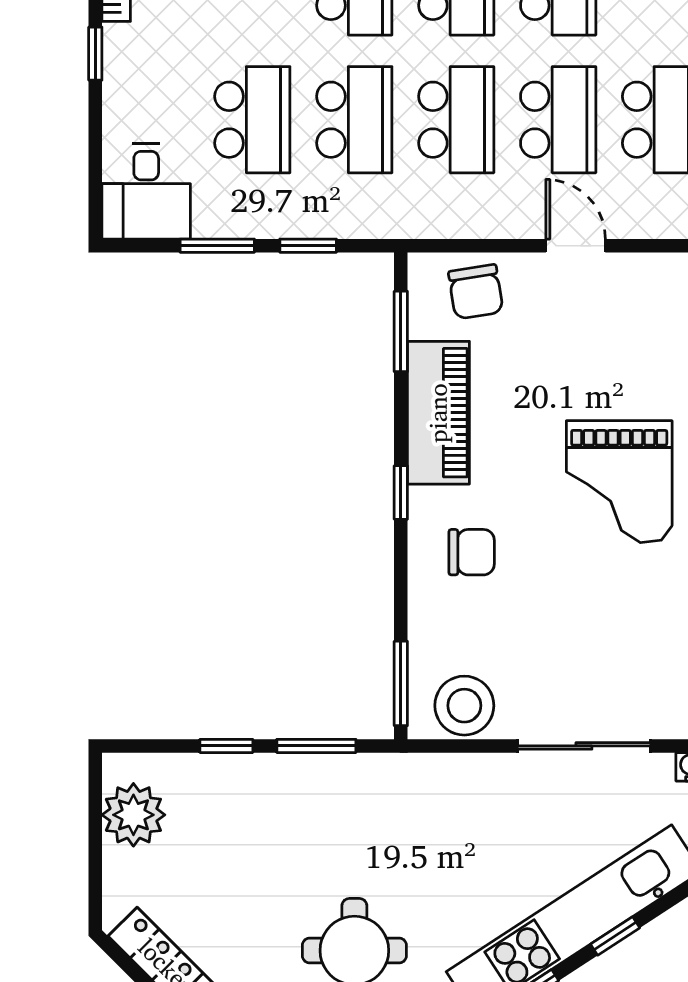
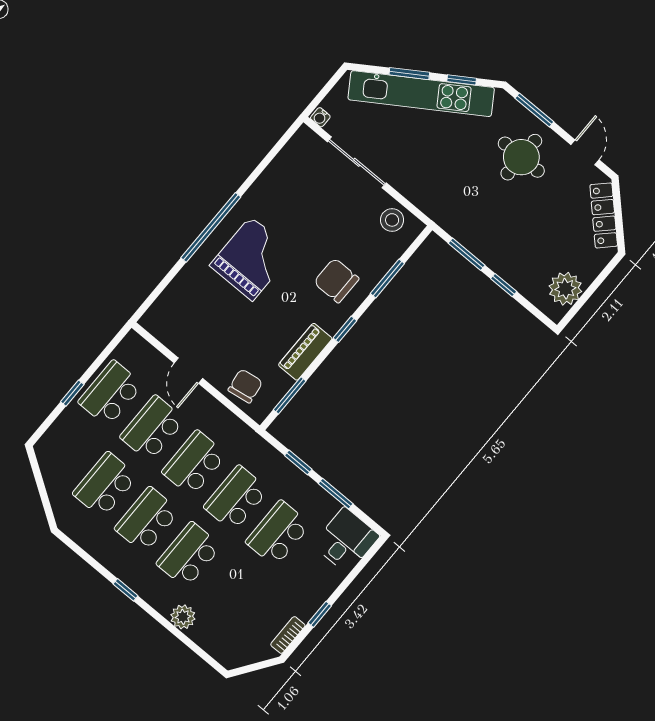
piano: (438, 413) -> (305, 352), width x0.73, depth x0.75
chair: (472, 552) -> (336, 280), width x1.37, depth x1.37
window: (401, 683) -> (387, 279), moved
stool: (464, 706) -> (392, 220), width x0.73, depth x0.73
window: (615, 936) -> (409, 74), width x1.50

